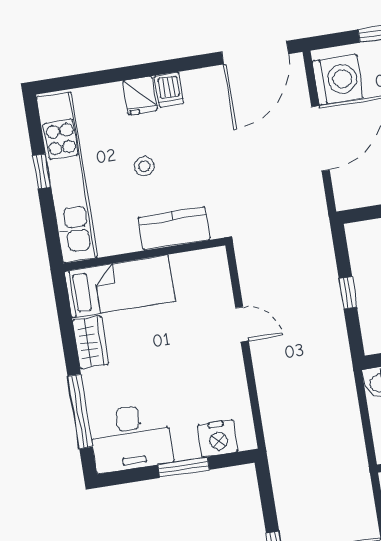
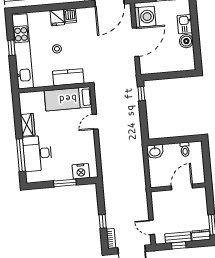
bed: (120, 286) -> (68, 99), moved, turned 180
window: (348, 293) -> (141, 94), moved
door: (242, 324) -> (95, 122), swing flipped
desk: (131, 438) -> (37, 153), moved, turned 90

